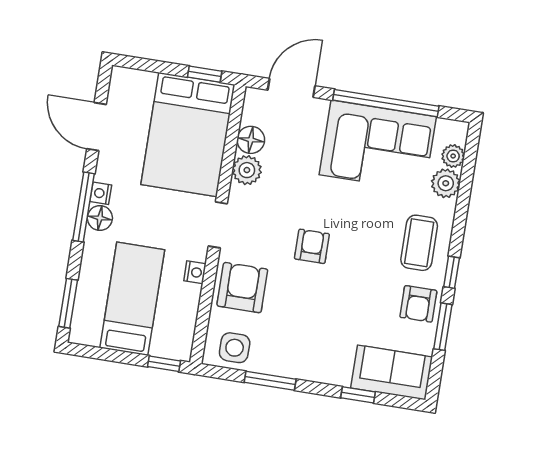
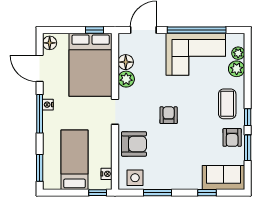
floor lamp: (100, 218) -> (50, 43), moved
nightstand: (195, 272) -> (107, 174), moved
armchair: (242, 288) -> (134, 144), turned 90

